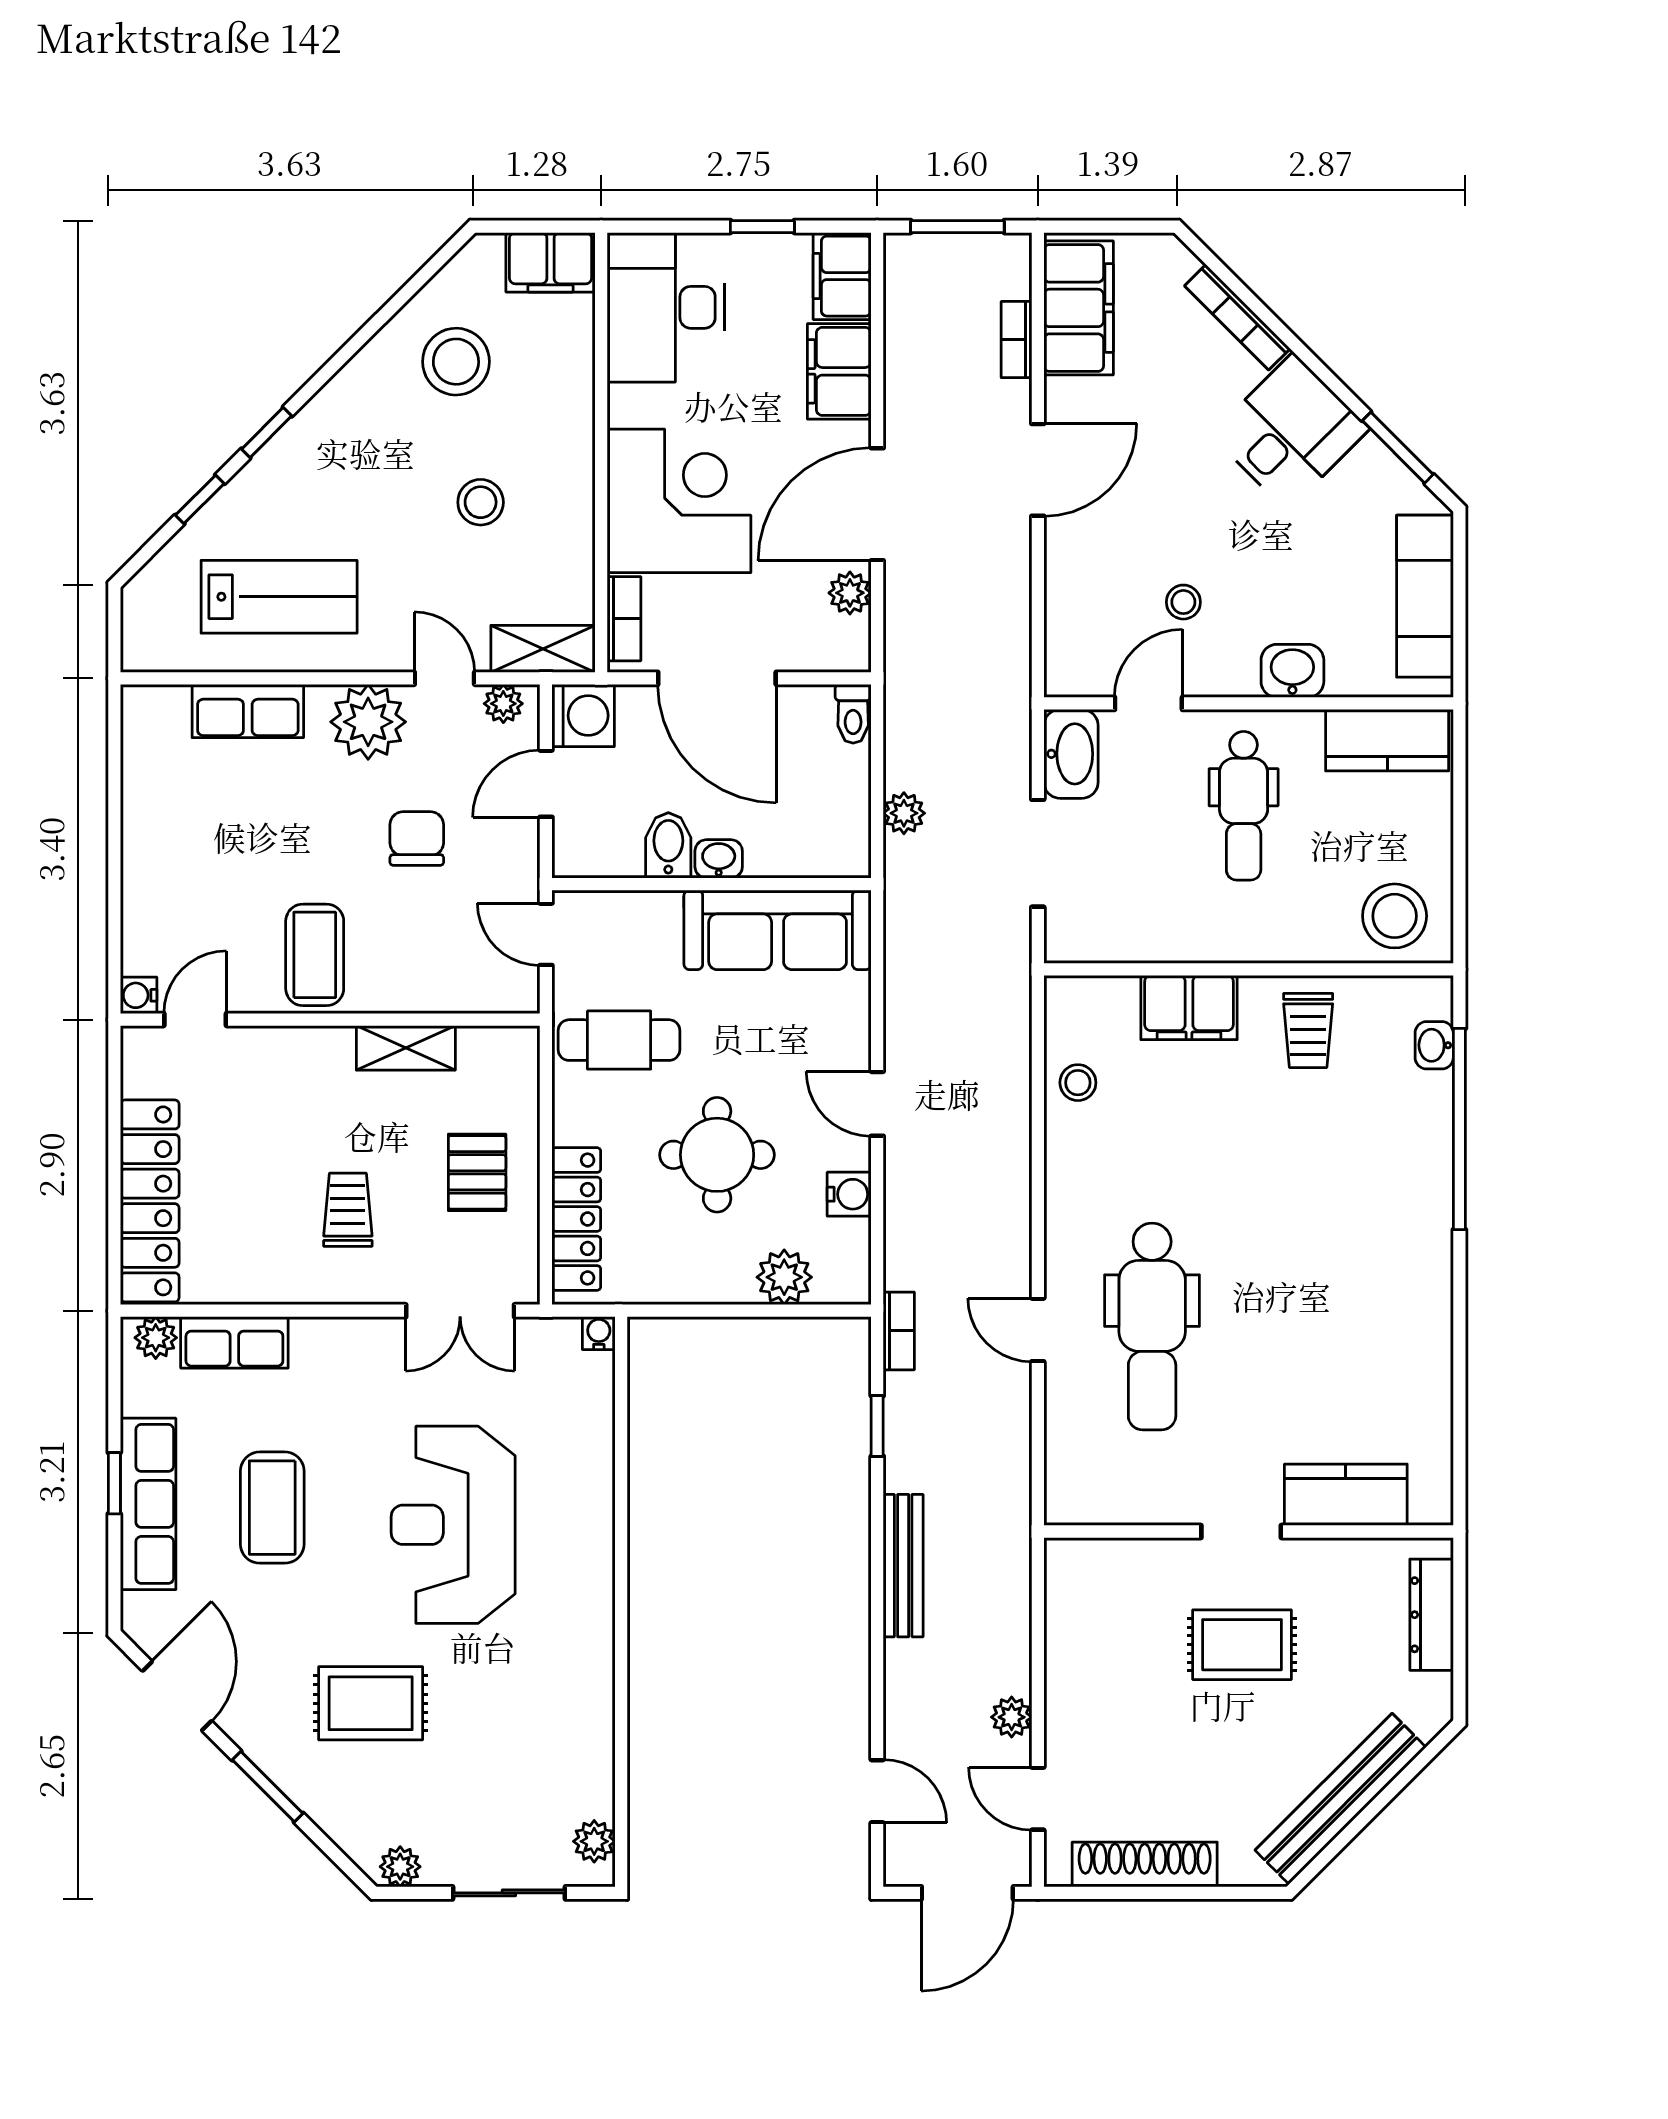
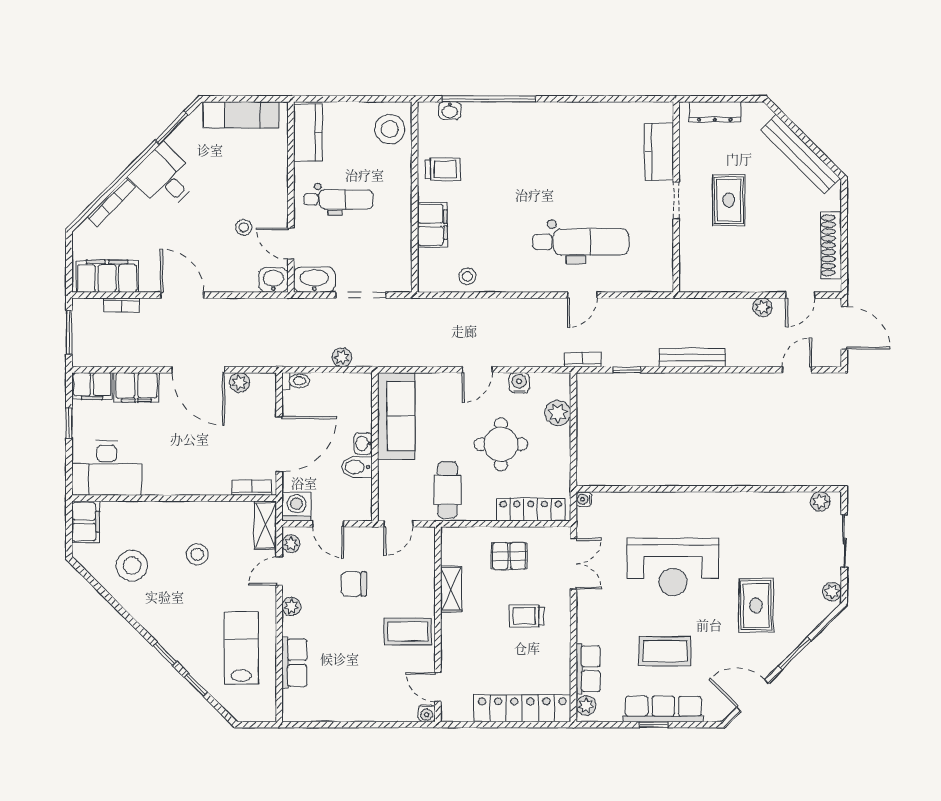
corner desk: (679, 501) -> (197, 462), removed
washbasin: (1292, 671) -> (273, 280), moved, turned 90
plant: (368, 722) -> (291, 607), width x0.53, depth x0.53

